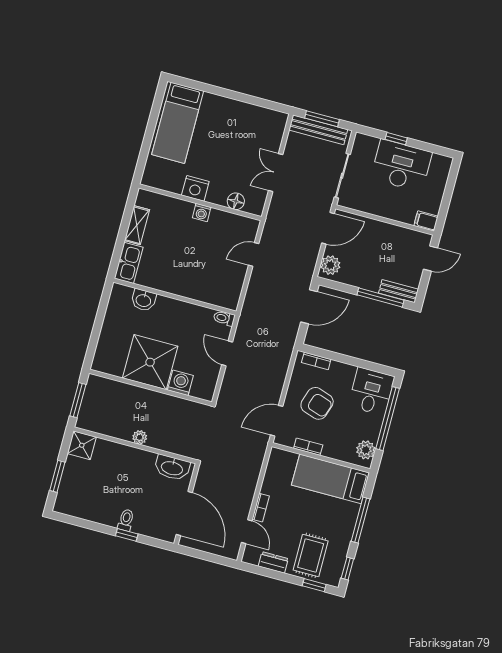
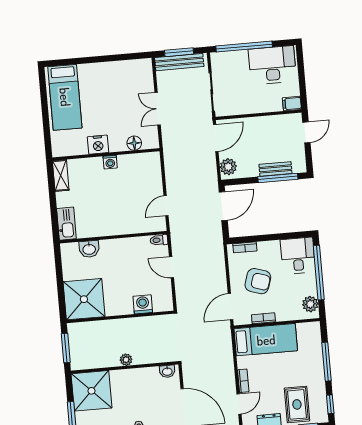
window: (396, 139) -> (244, 46), width x3.17
desk: (401, 166) -> (272, 65), moved
shelving: (137, 225) -> (61, 175), moved
door: (254, 254) -> (166, 206), moved
bench: (399, 291) -> (275, 169), moved
shower: (150, 362) -> (84, 299), moved
shower: (82, 445) -> (92, 391), width x1.86, depth x1.86
washbasin: (172, 468) -> (167, 371), width x0.52, depth x0.69
bed: (330, 479) -> (266, 340), moved, turned 180
door: (247, 532) -> (239, 404), hinge flipped

